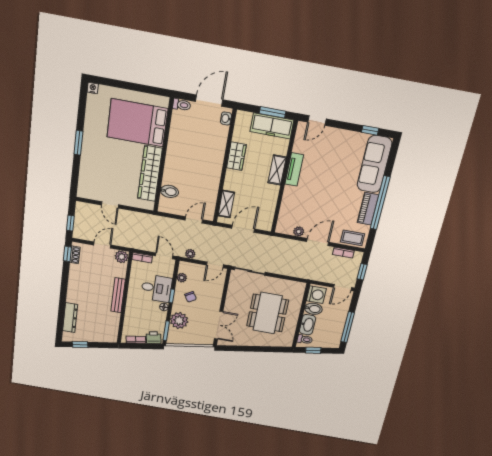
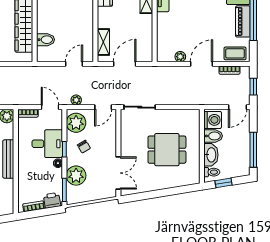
plant: (182, 278) -> (76, 123), width x1.88, depth x1.88
dining table: (268, 313) -> (167, 150), width x0.73

